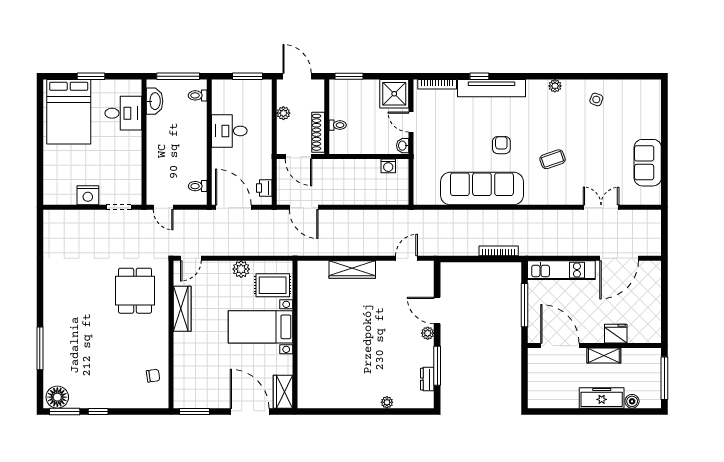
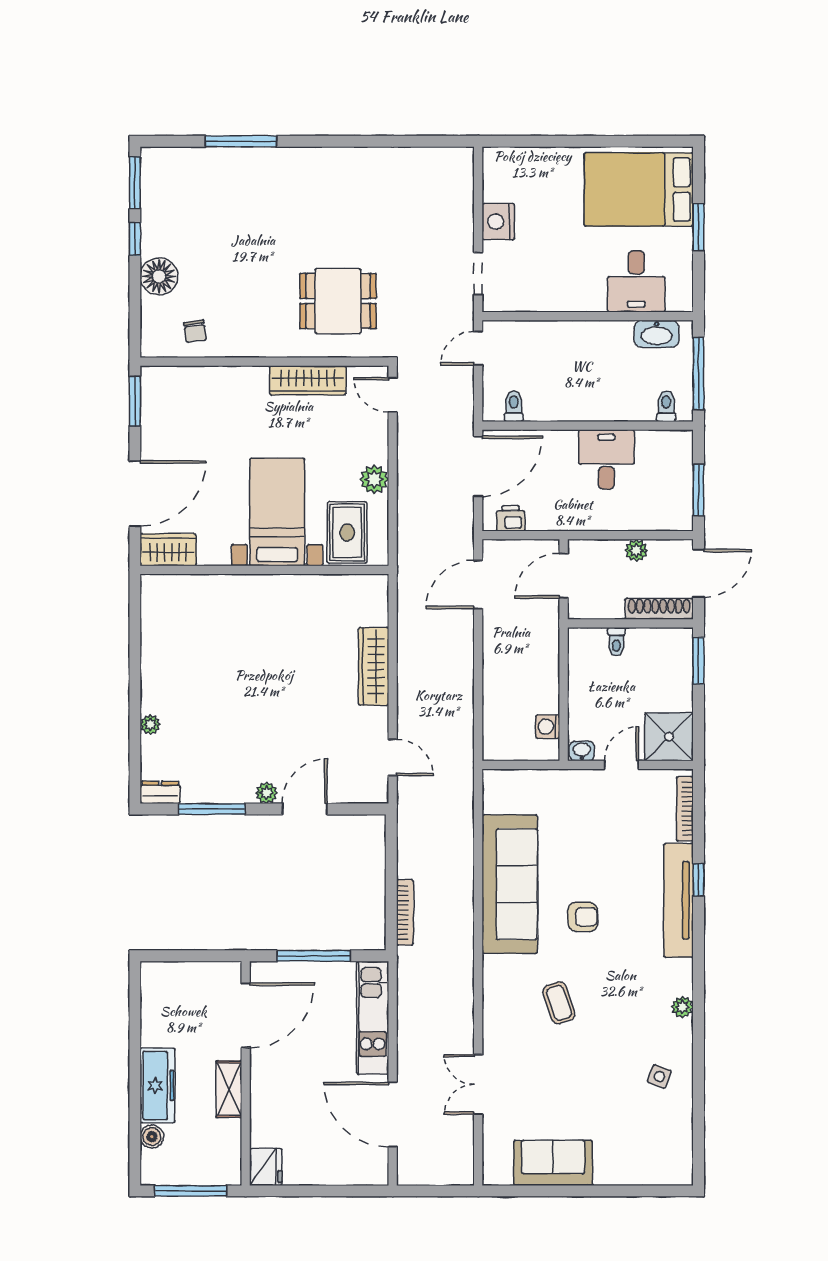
shoe rack: (318, 132) -> (659, 609), moved
double door: (601, 207) -> (478, 1084), swing flipped
fridge: (616, 334) -> (266, 1167), moved
dresser: (427, 379) -> (160, 792), moved
floor lamp: (57, 397) -> (159, 276), moved

